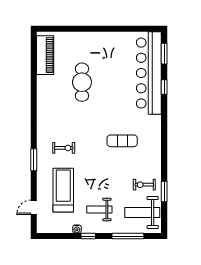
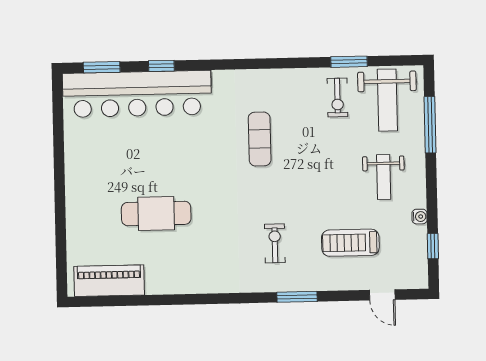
treadmill: (63, 190) -> (350, 243), width x0.73, depth x0.73
window: (88, 236) -> (433, 246), moved

